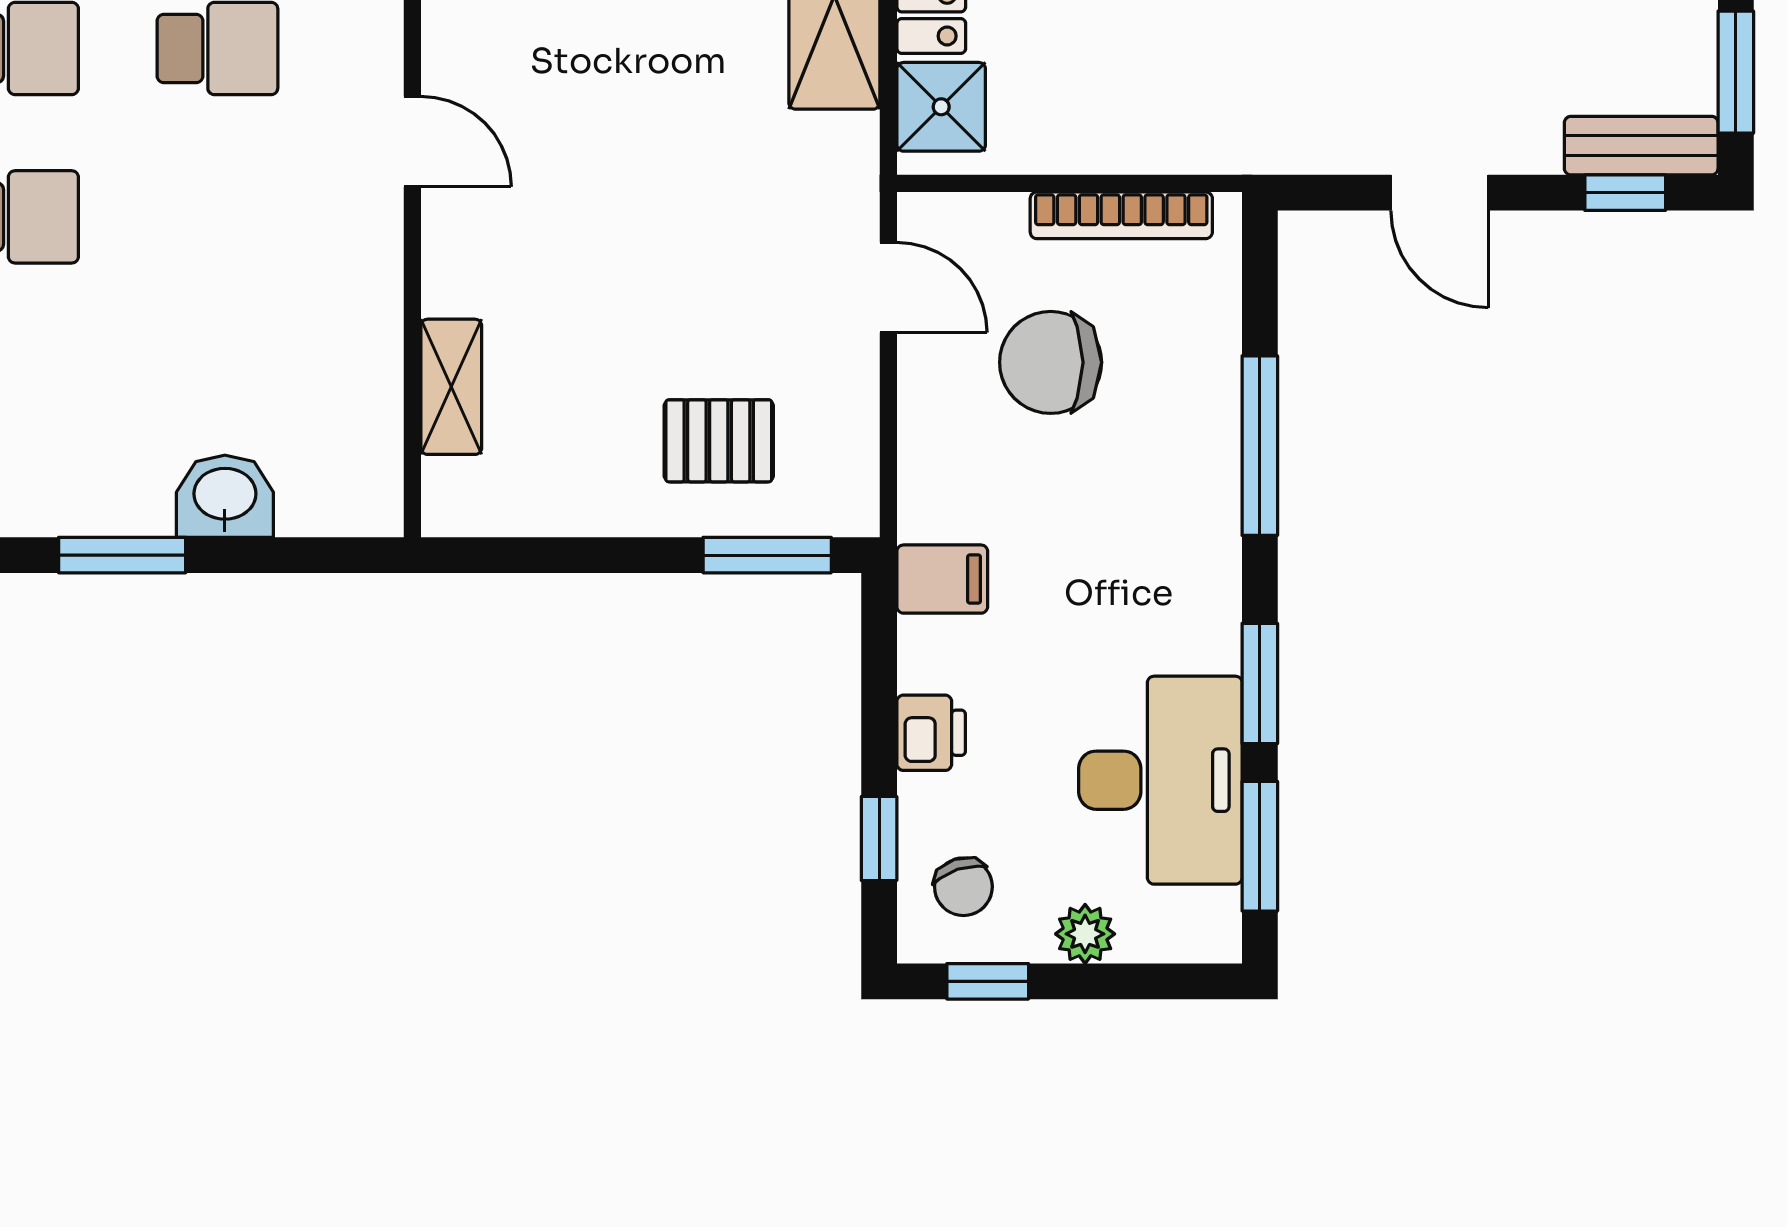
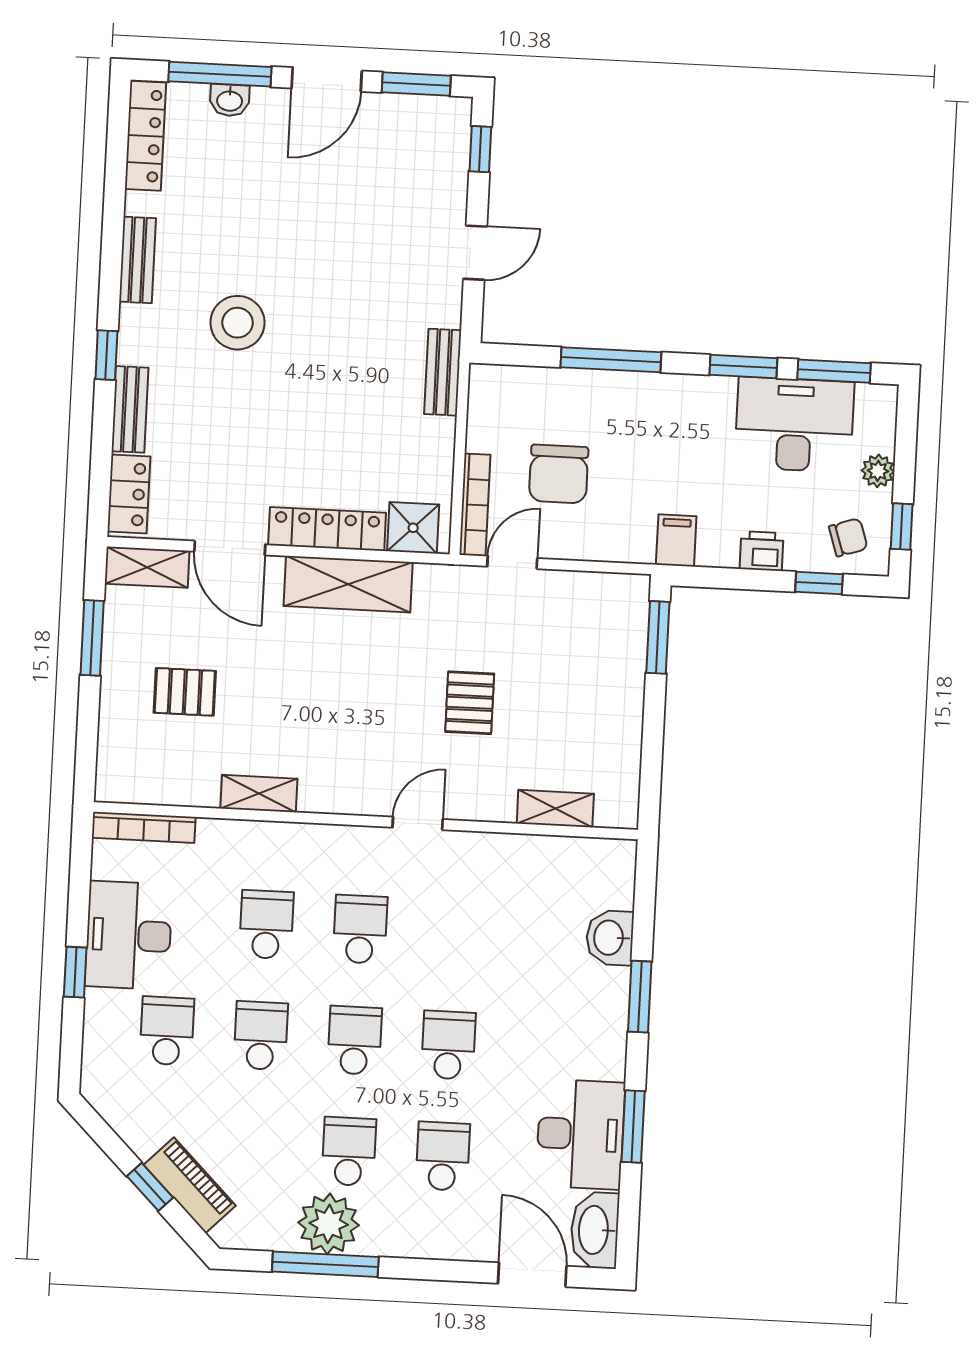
bench: (1641, 146) -> (443, 372), moved
bookcase: (1121, 215) -> (475, 505), moved
pallet: (719, 441) -> (470, 703), moved

